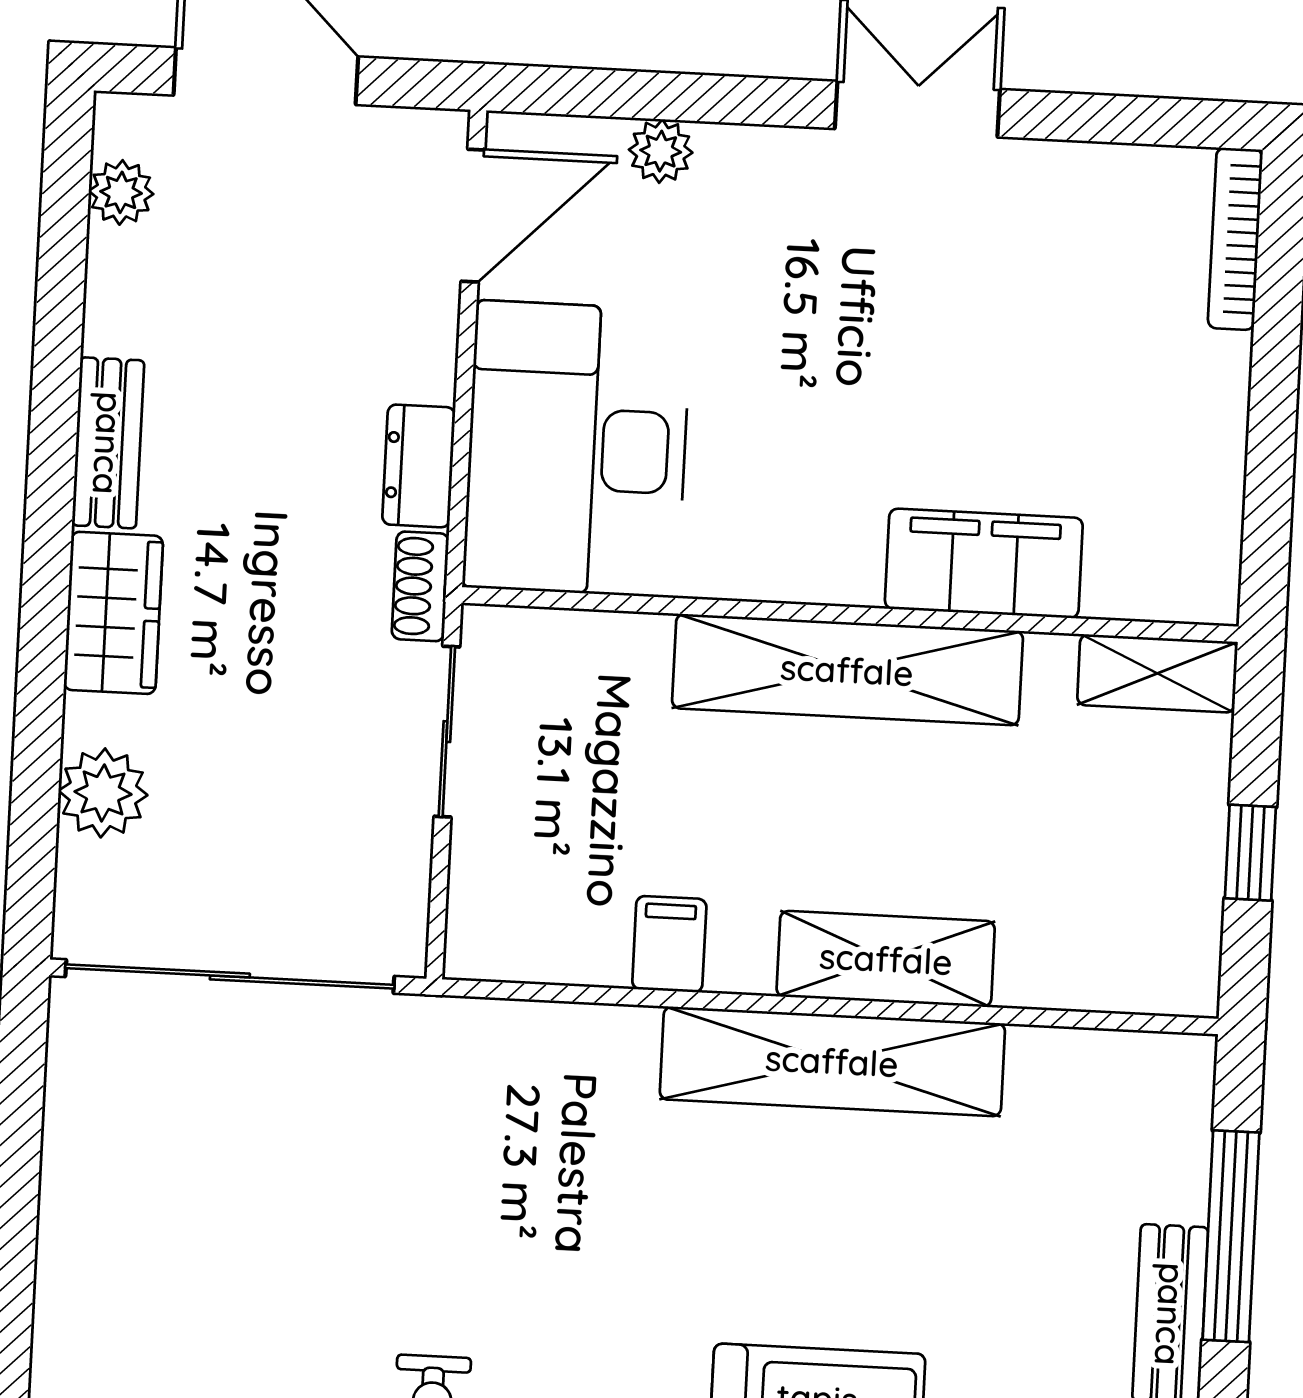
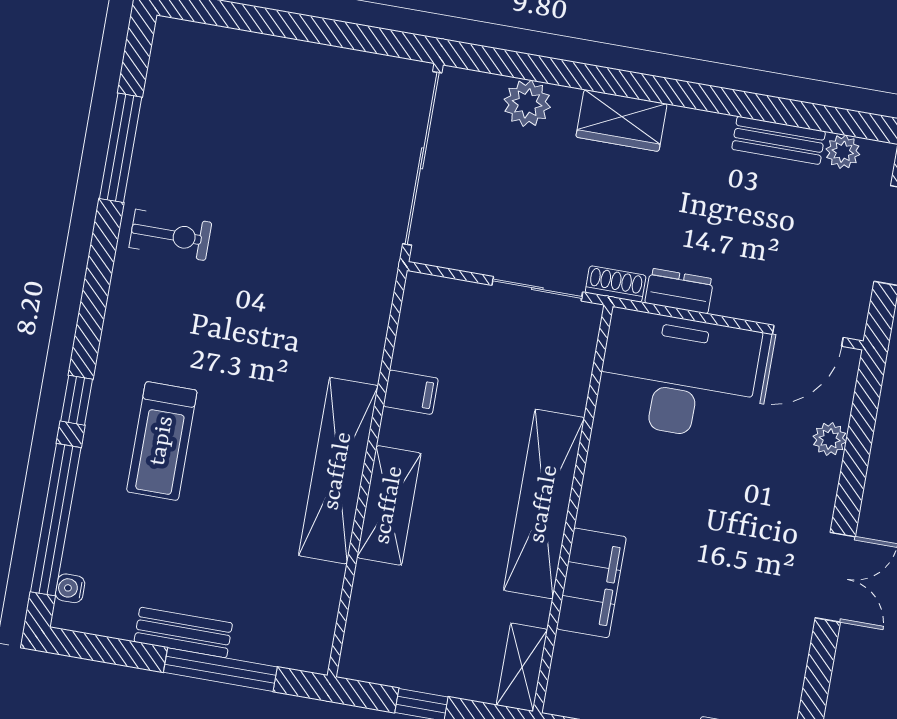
door: (473, 216) -> (808, 336), hinge flipped
bench: (108, 443) -> (779, 140), moved

